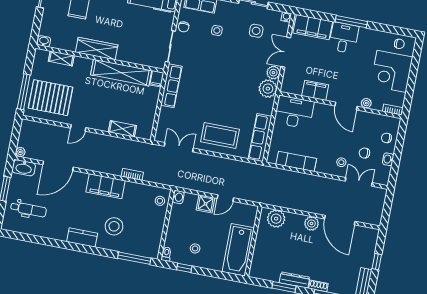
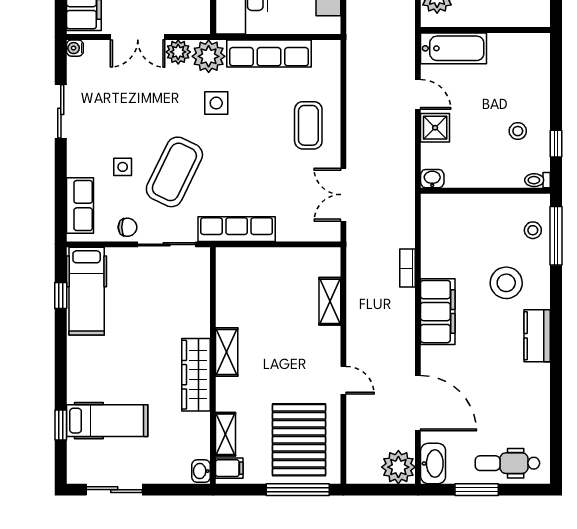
side table: (256, 31) -> (216, 103), moved
coffee table: (209, 58) -> (174, 172), added
shelving: (121, 73) -> (227, 352), width x0.45, depth x0.75
filing cabinet: (157, 79) -> (229, 468), moved
coffee table: (220, 135) -> (308, 125), width x0.73, depth x0.76
row of seats: (260, 138) -> (269, 53), moved
plant: (20, 152) -> (398, 467), width x1.87, depth x1.87
stool: (160, 201) -> (533, 230), moved
dental chair: (28, 209) -> (508, 463), moved, turned -90
bathtub: (238, 250) -> (454, 48), moved, width x0.73, depth x0.73

